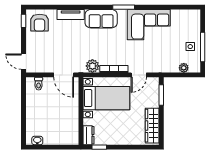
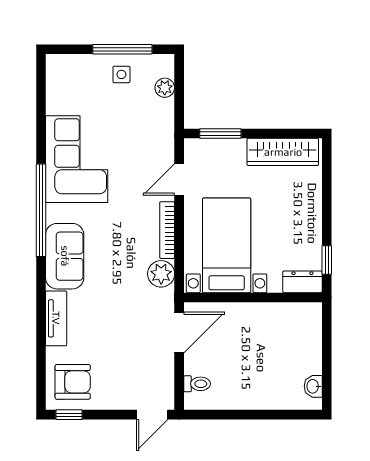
window: (124, 7) -> (41, 210), width x2.11
door: (139, 75) -> (179, 179), swing flipped

